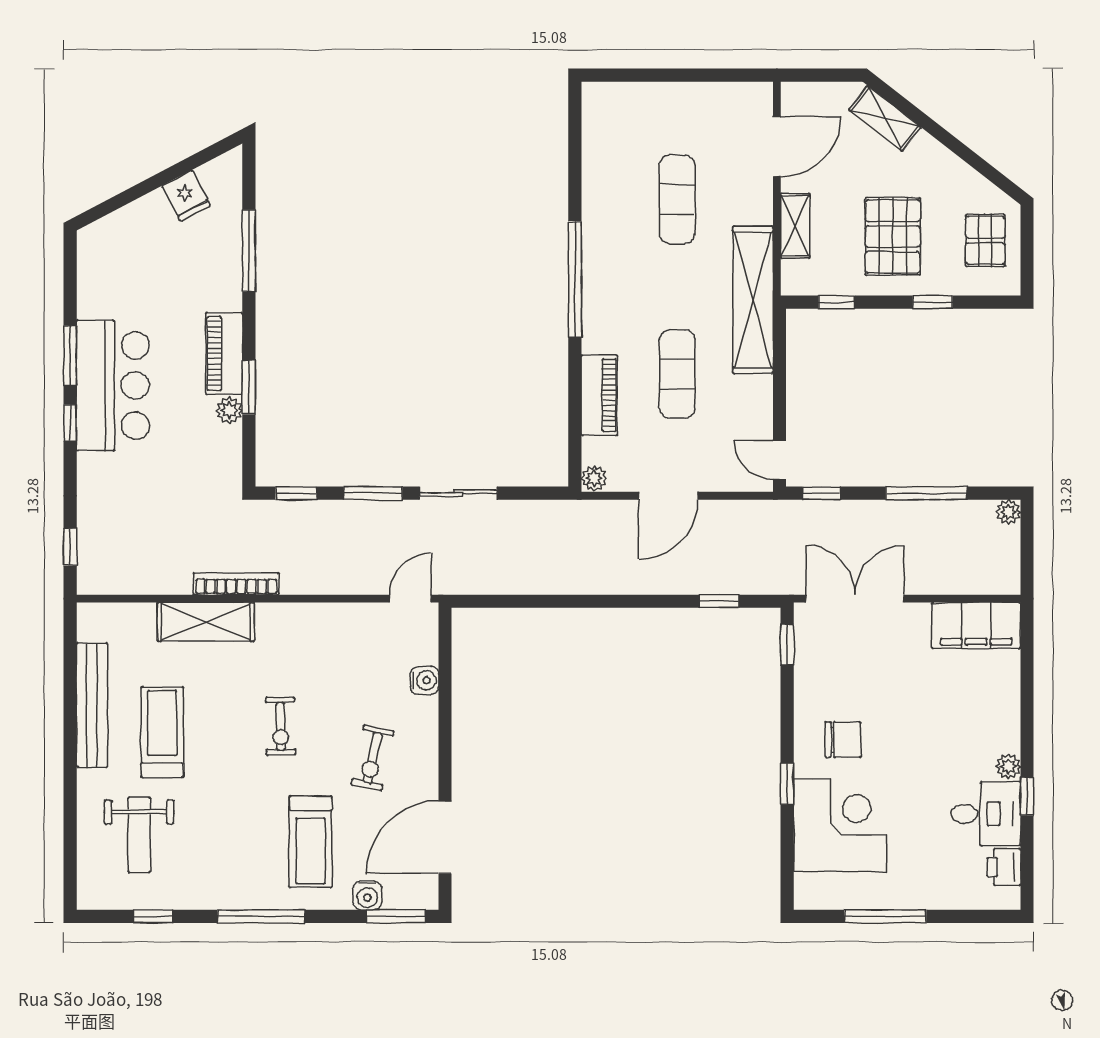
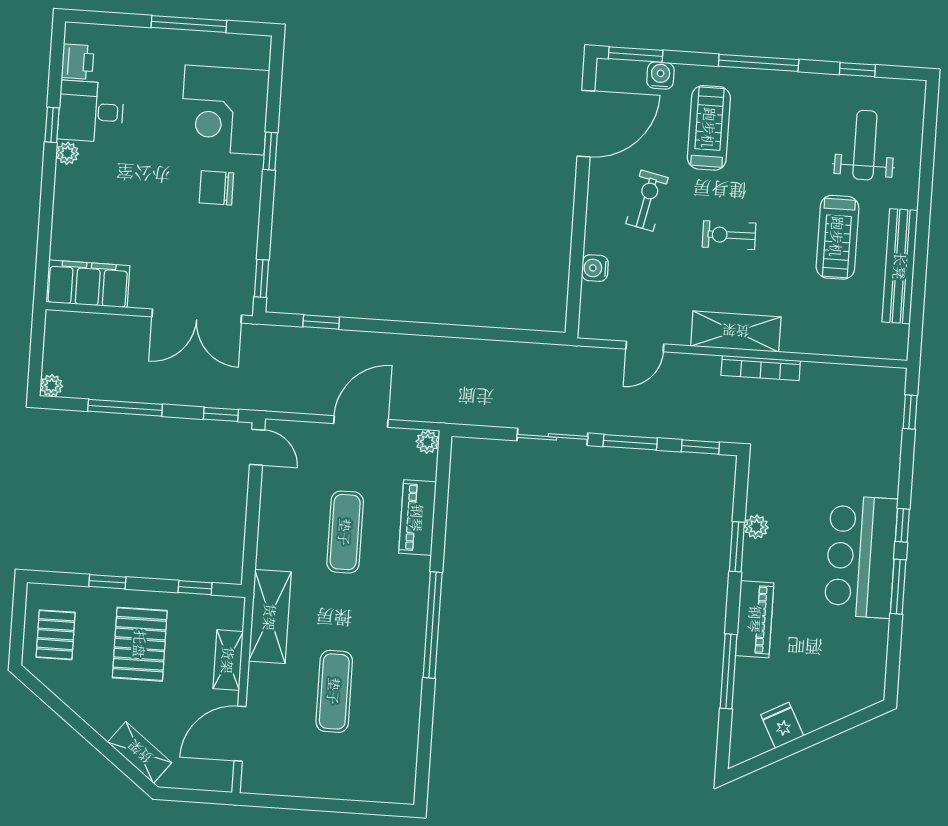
shelving: (753, 300) -> (270, 617), width x0.68
piano: (224, 354) -> (755, 619), moved
door: (410, 599) -> (645, 346), moved
shelving: (206, 622) -> (736, 331), moved
exercise bike: (281, 726) -> (729, 235), turned -90

